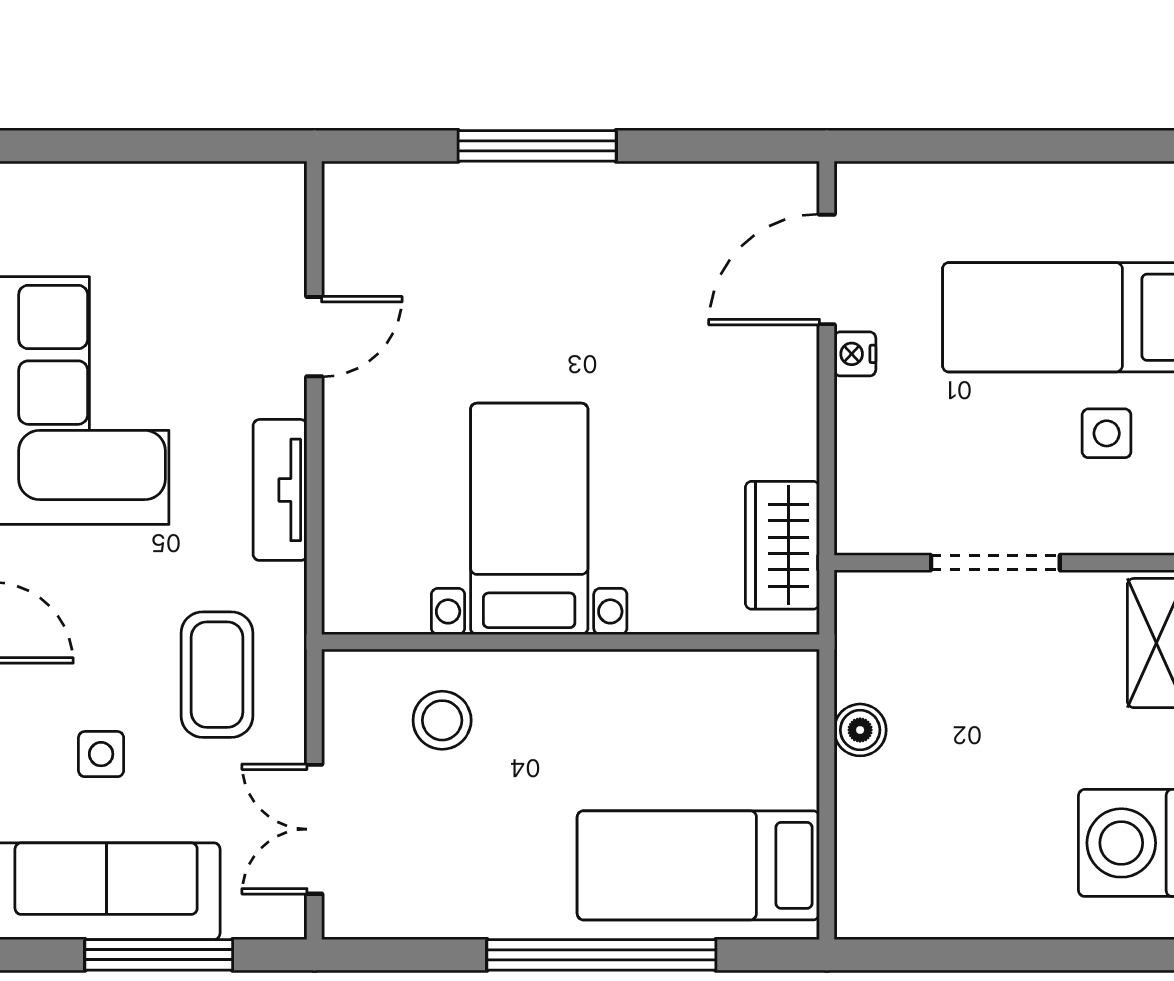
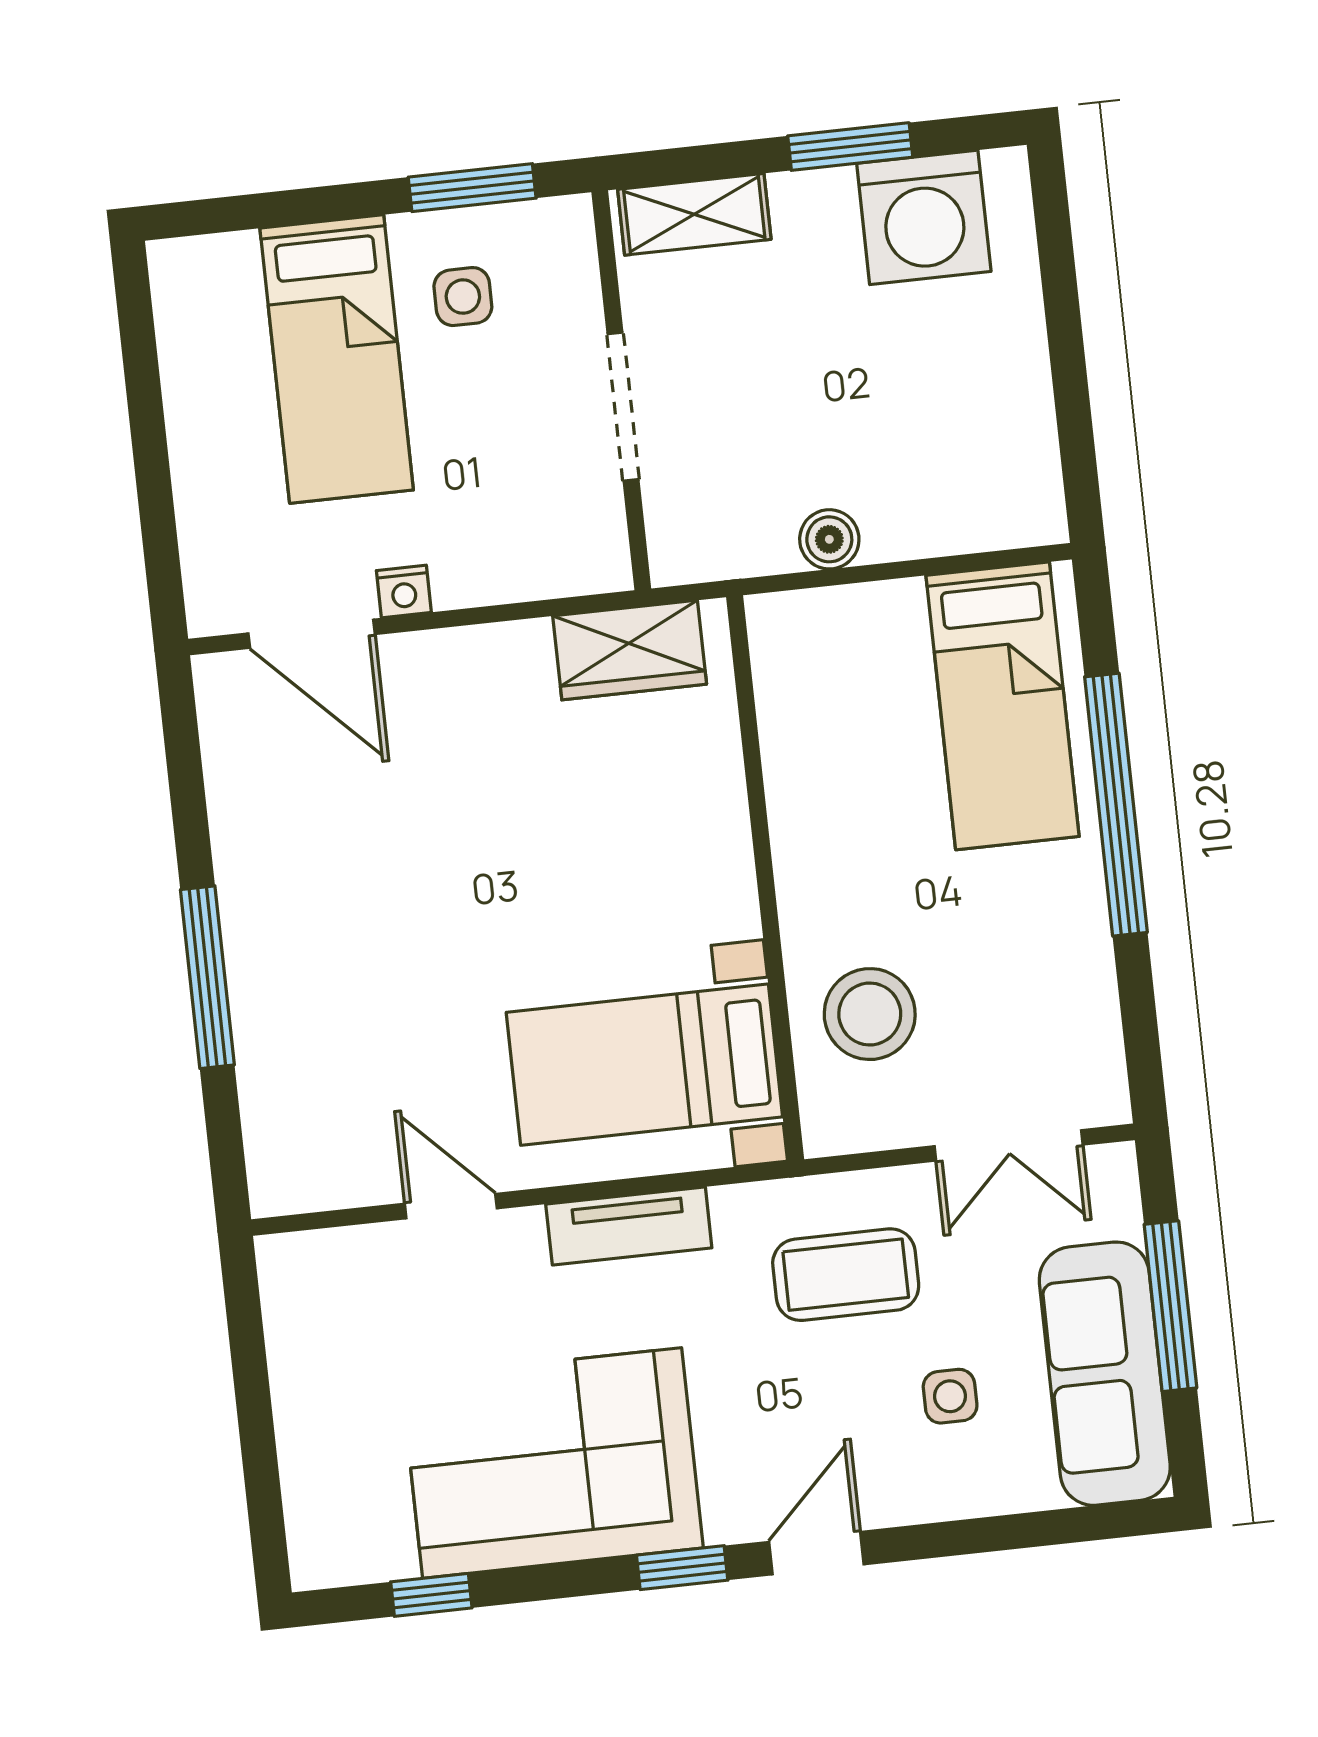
bed with nightstands: (529, 519) -> (644, 1065), moved
stool: (442, 720) -> (870, 1014), width x1.38, depth x1.38

